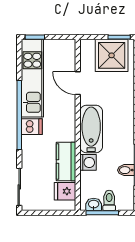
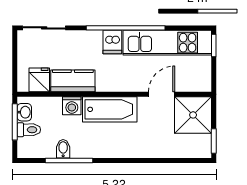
shower: (112, 55) -> (193, 115), moved

